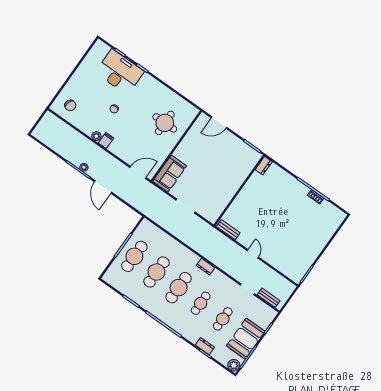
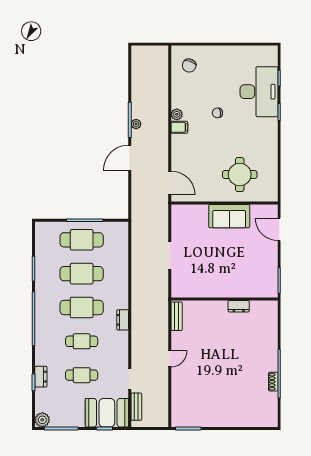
dresser: (264, 166) -> (239, 306), moved
sofa: (170, 174) -> (229, 216), moved
booth: (246, 339) -> (107, 413), moved

